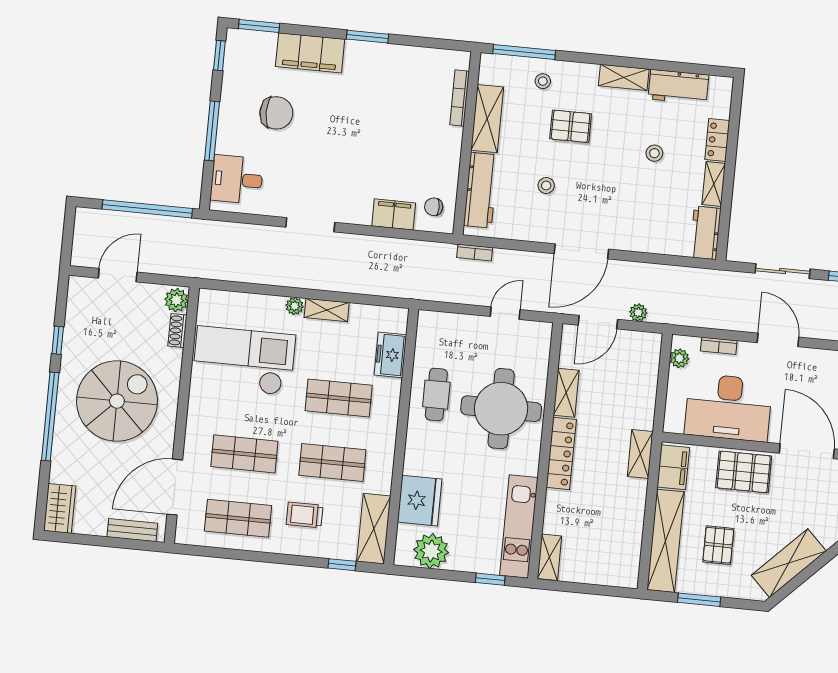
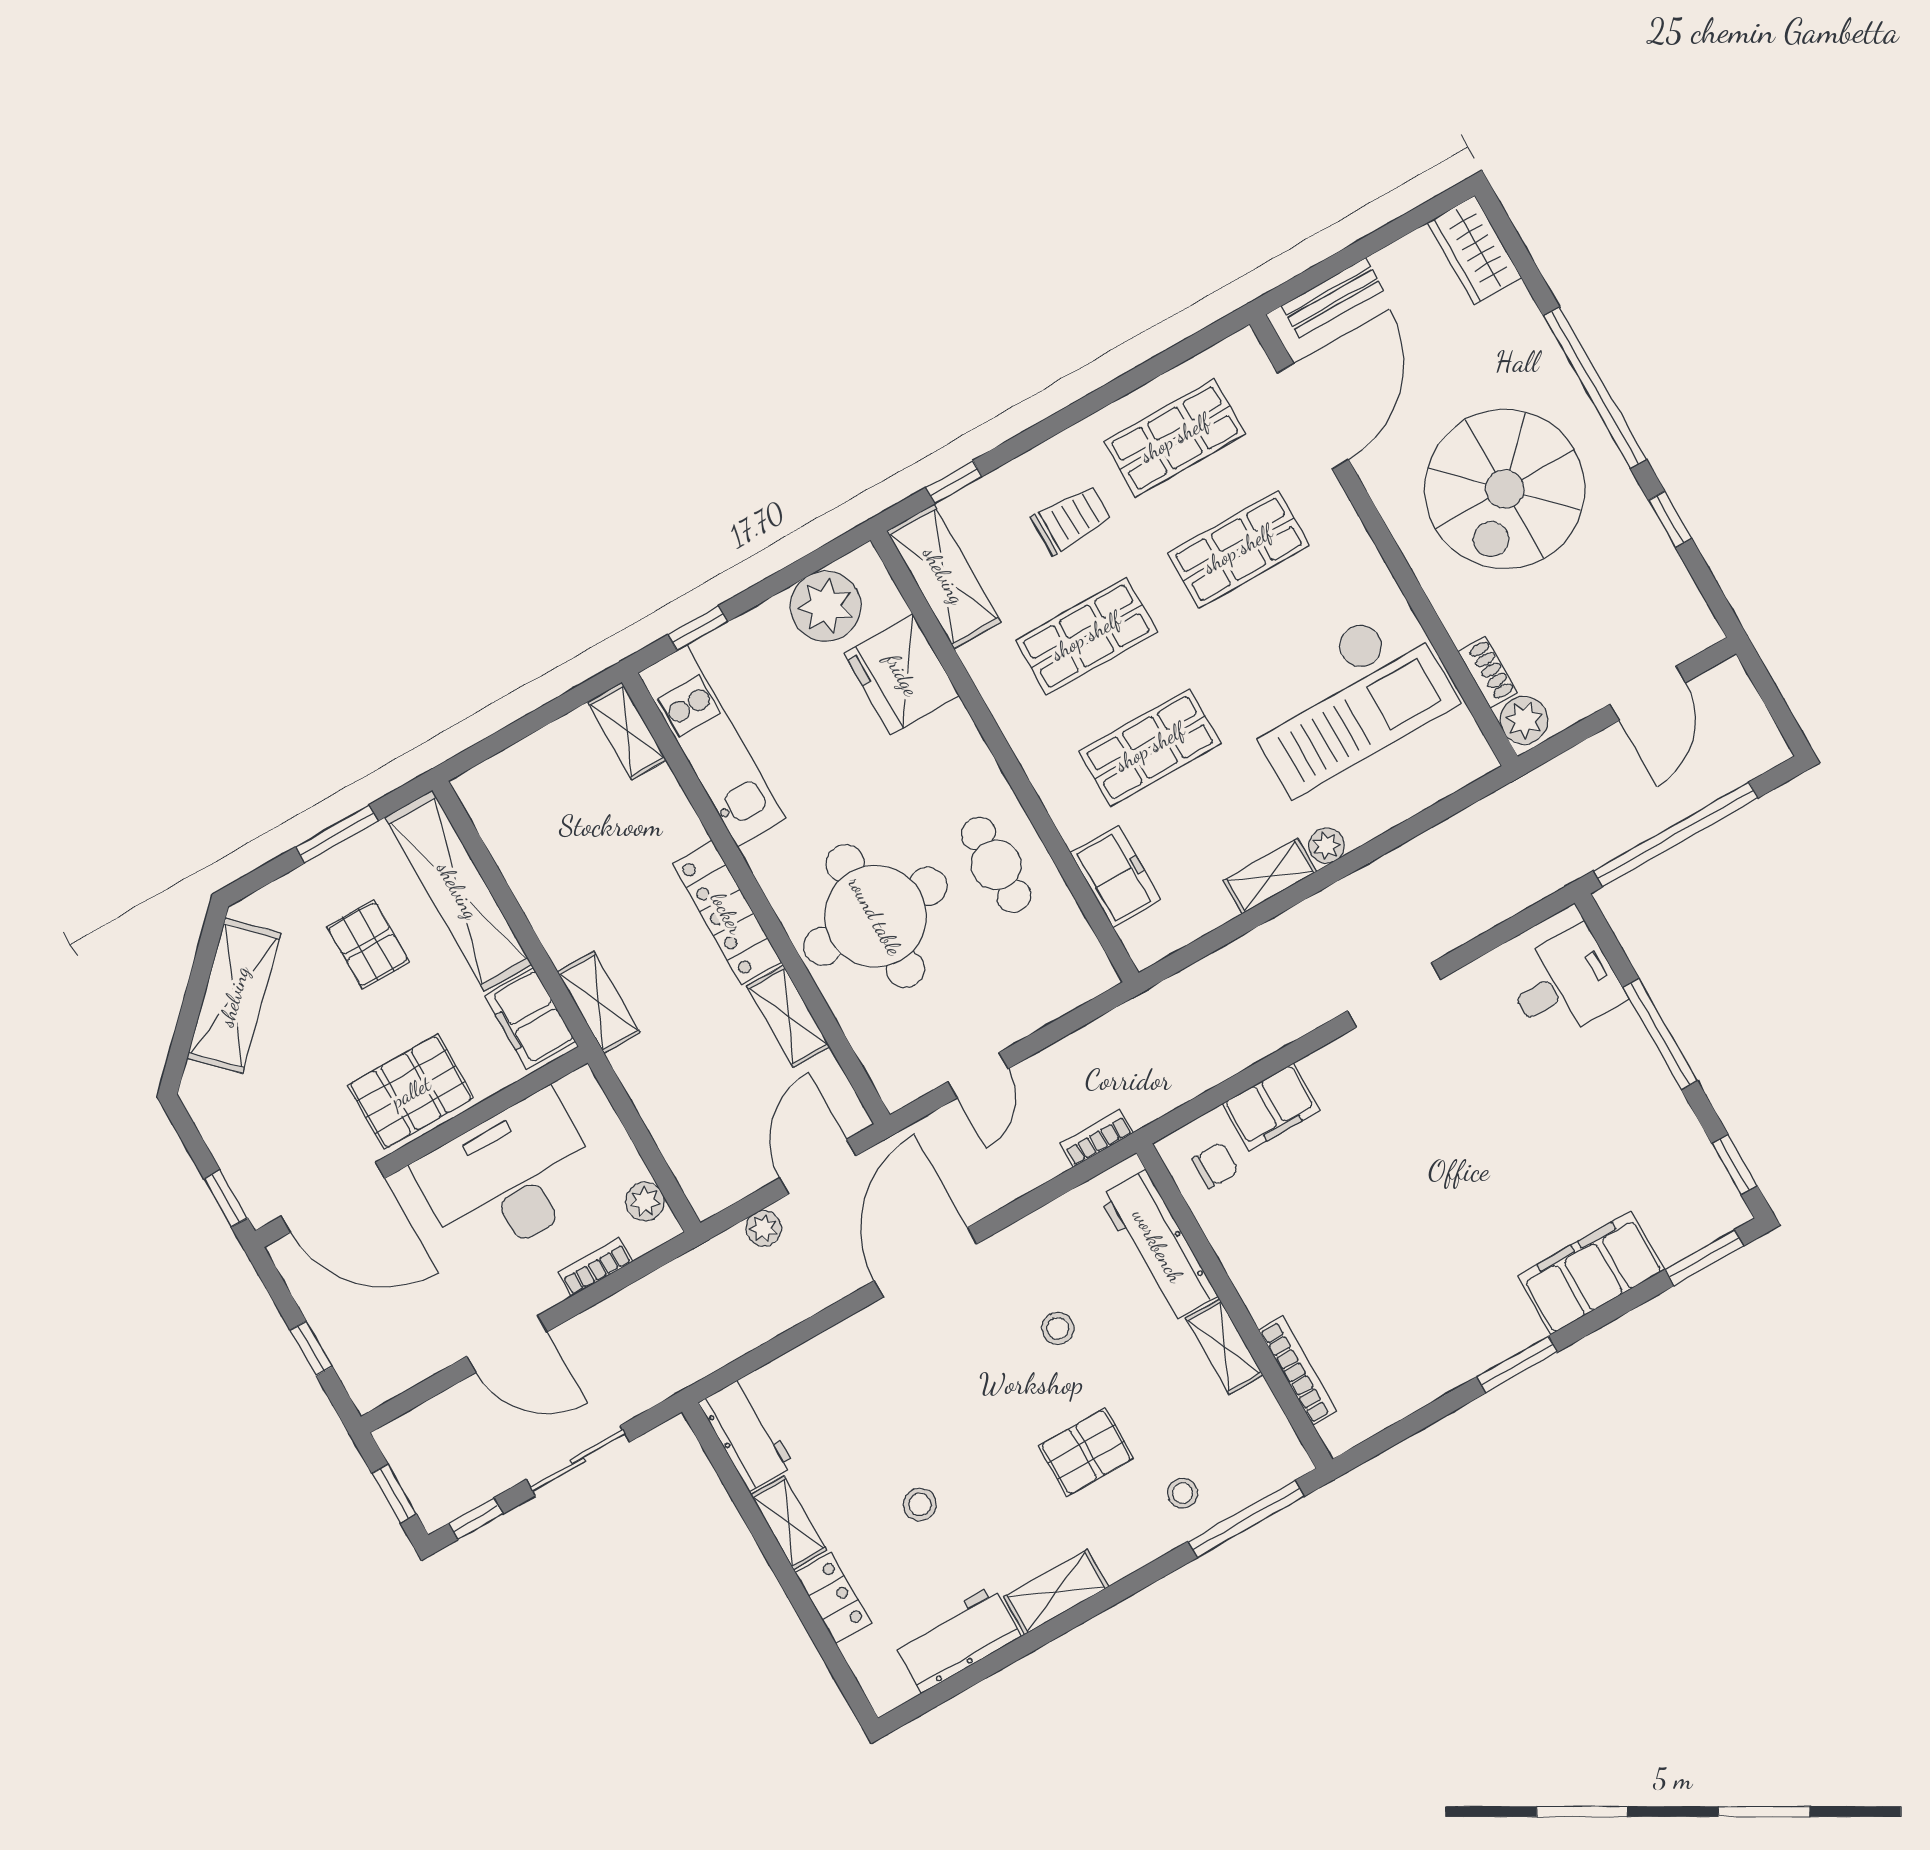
chair: (276, 113) -> (1577, 1137), removed
shelving: (487, 119) -> (1224, 1347), width x0.67, depth x0.75

